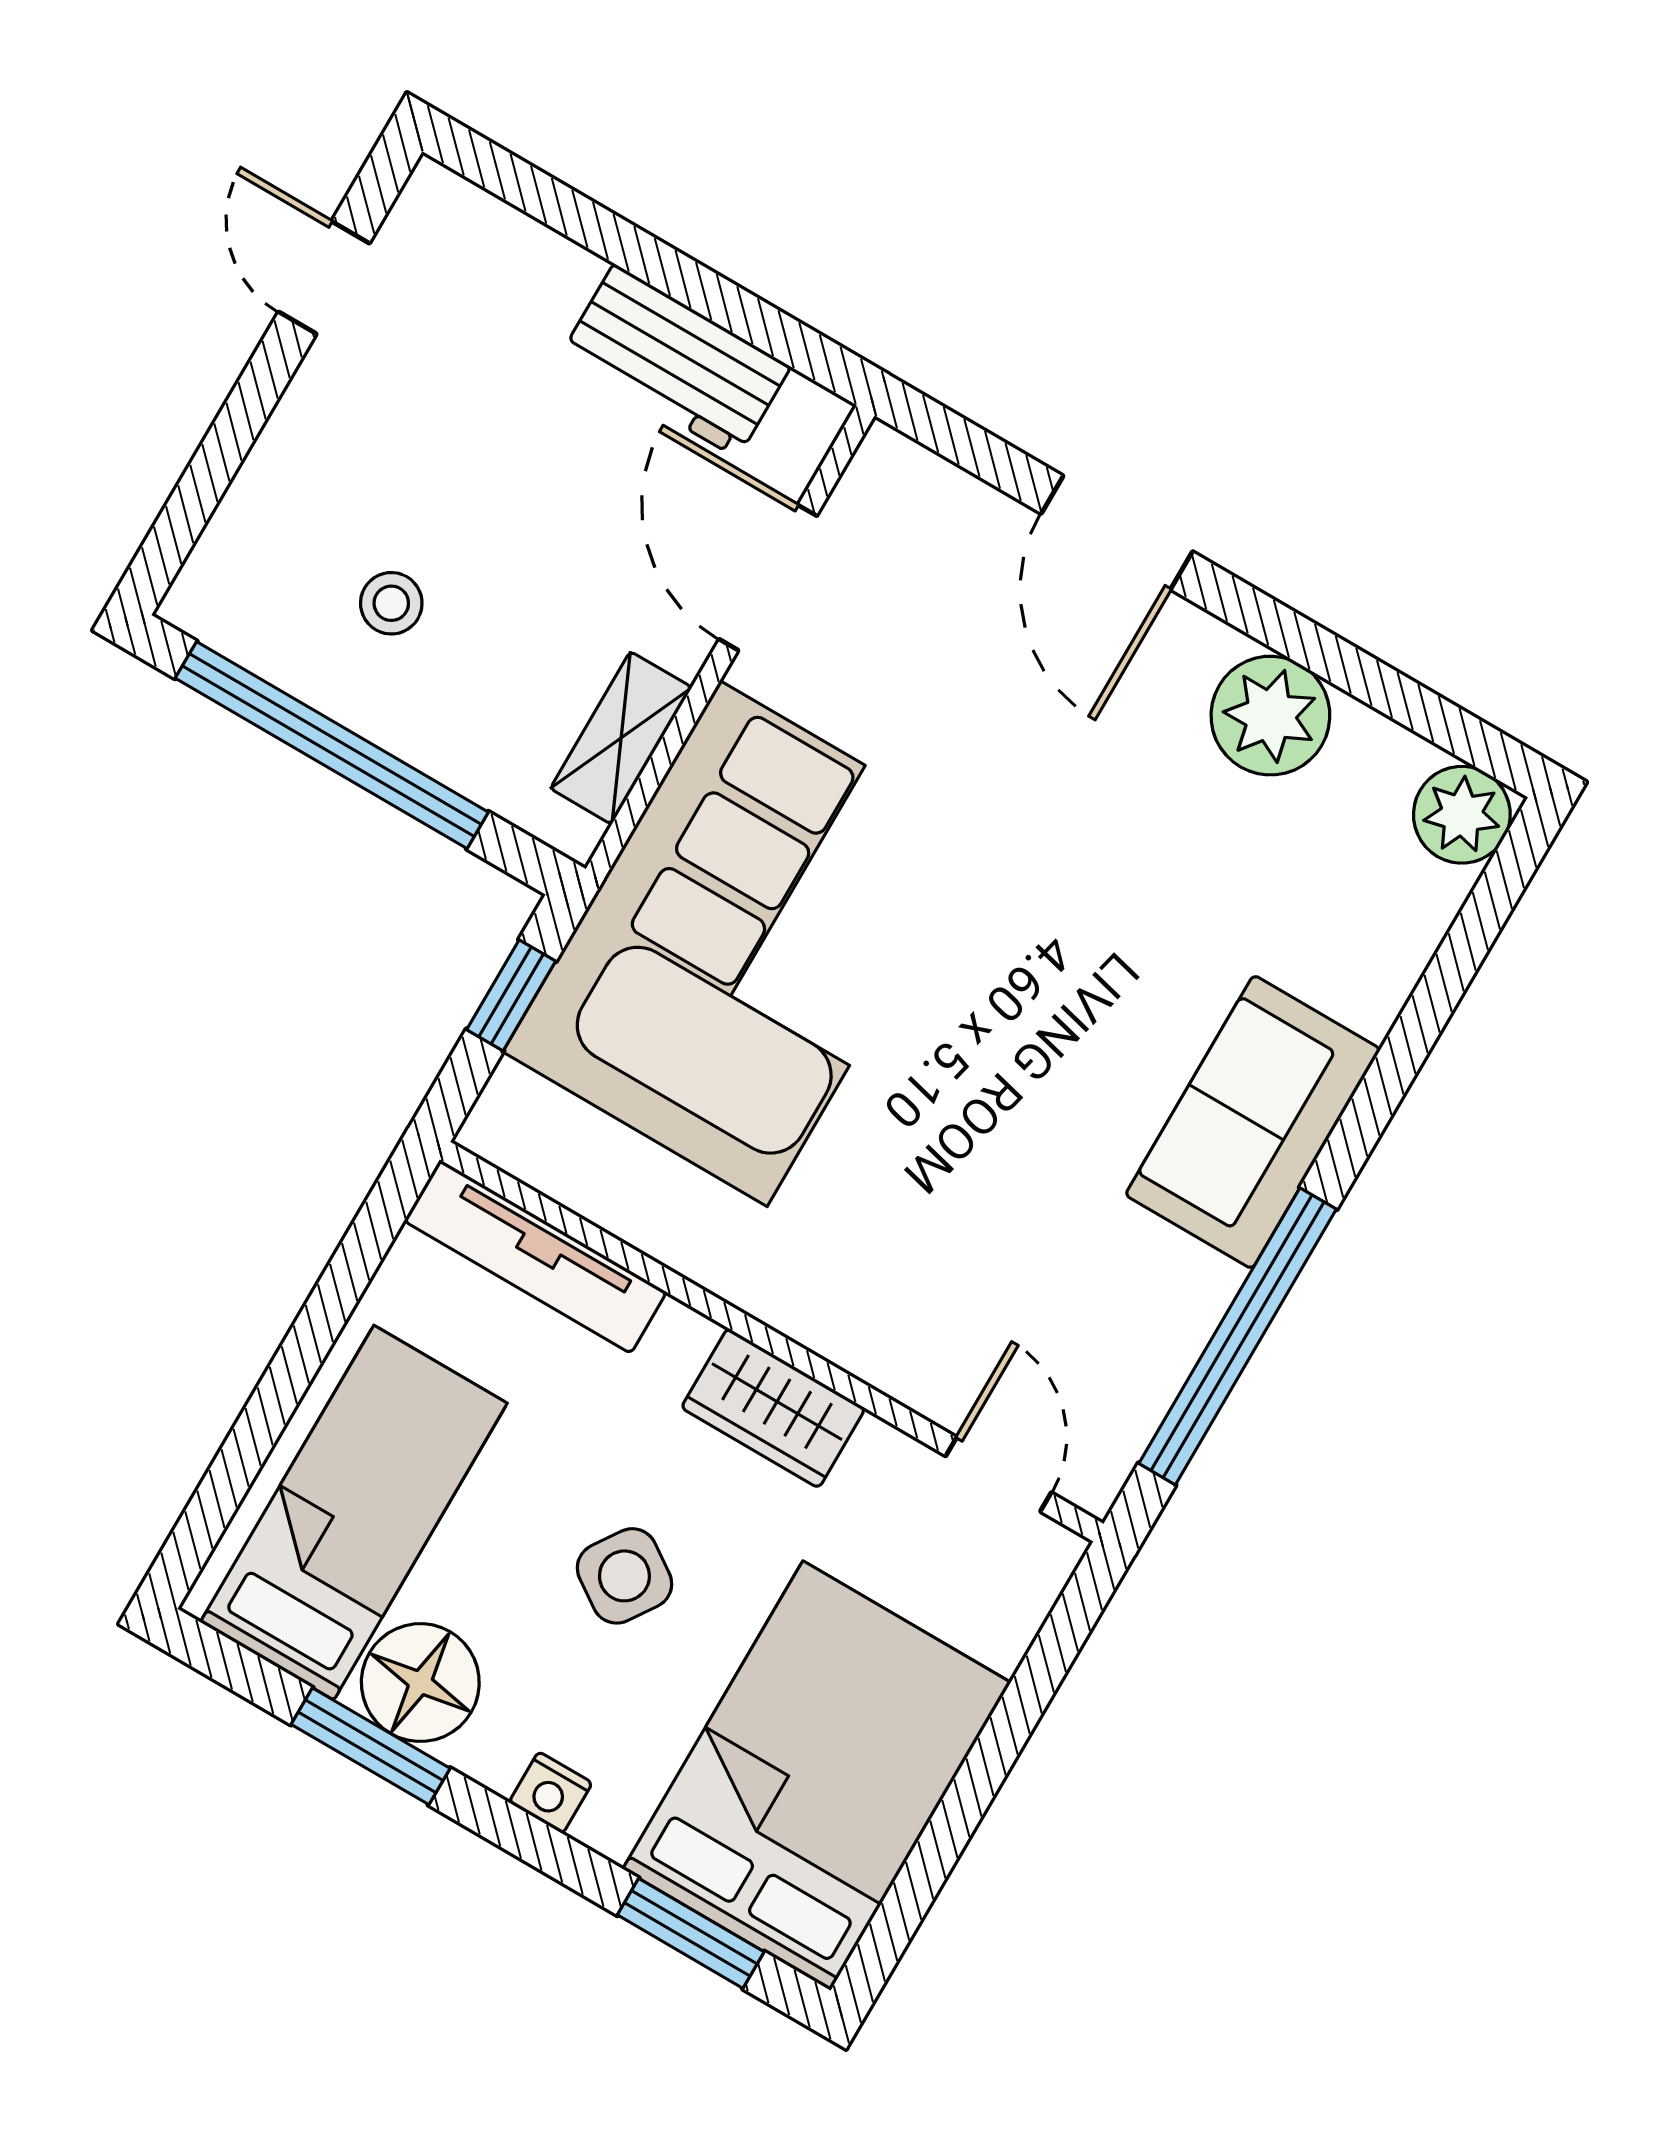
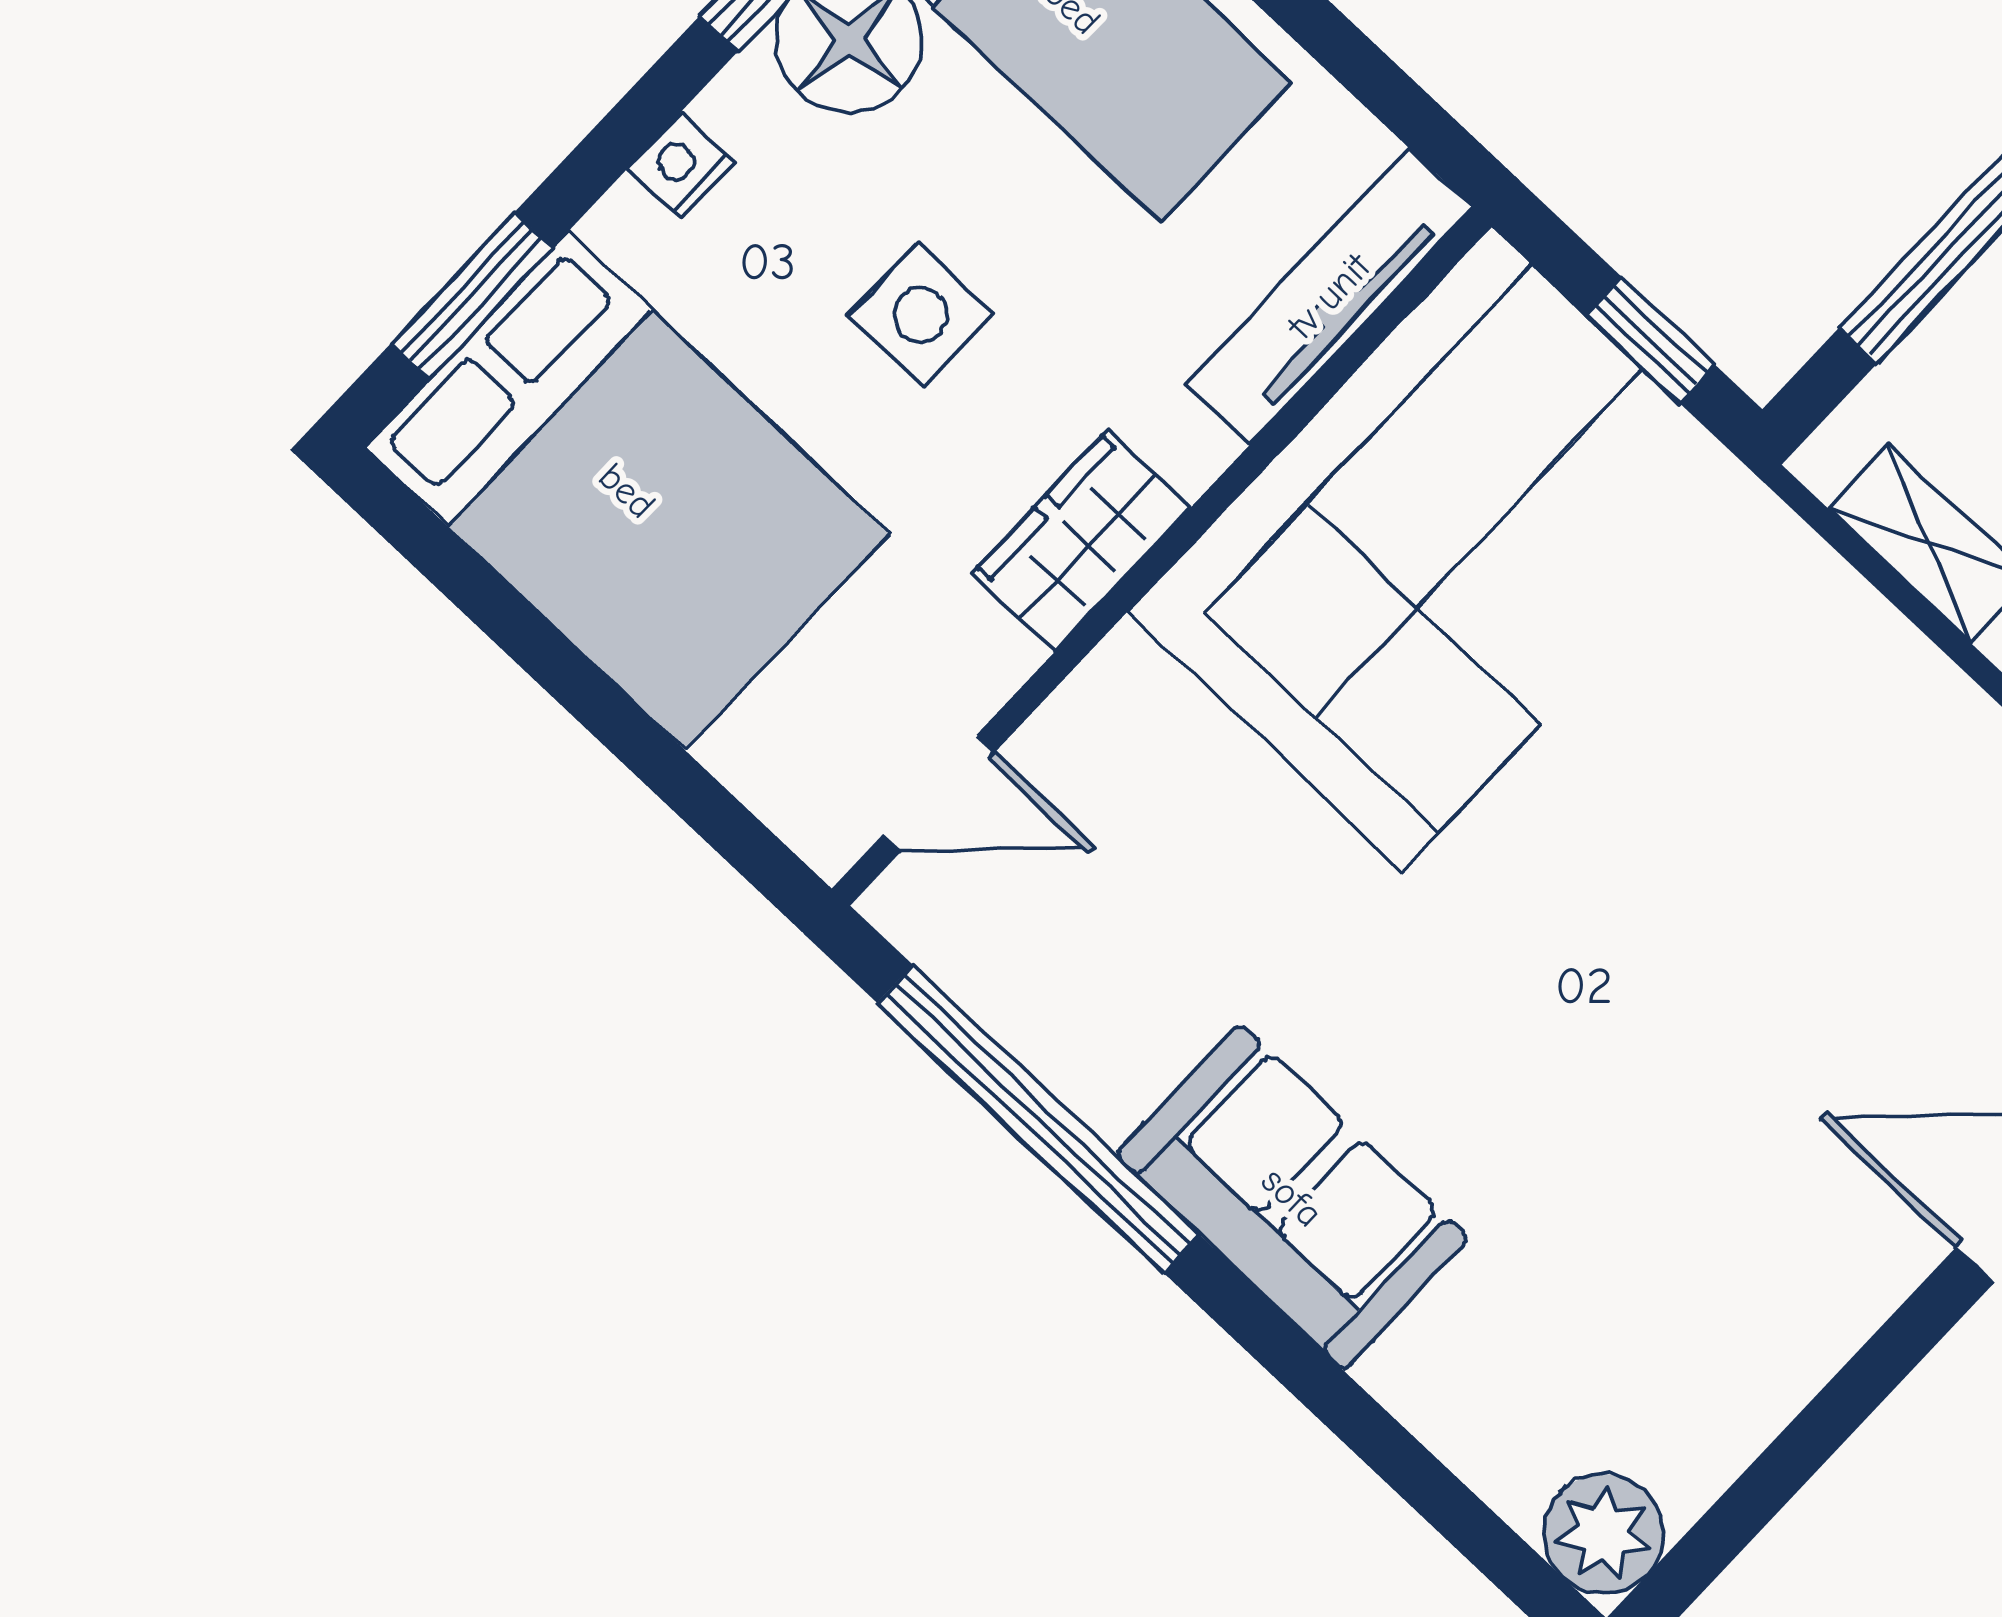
plant: (1270, 716) -> (1776, 1331), removed
corner sofa: (743, 944) -> (1447, 549), moved, turned -90
side table: (624, 1576) -> (920, 315), turned -34

